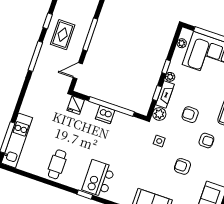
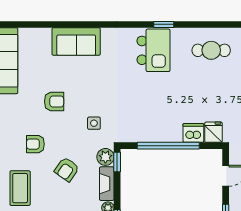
window: (157, 93) -> (117, 162), moved
dishwasher: (105, 115) -> (193, 133), moved
armchair: (190, 115) -> (67, 169), turned 125
cafe table: (57, 164) -> (211, 50), turned 90

